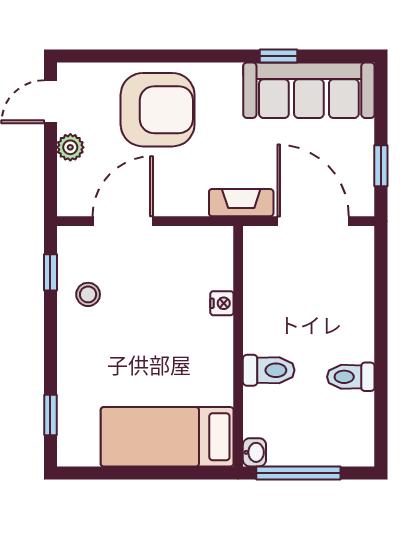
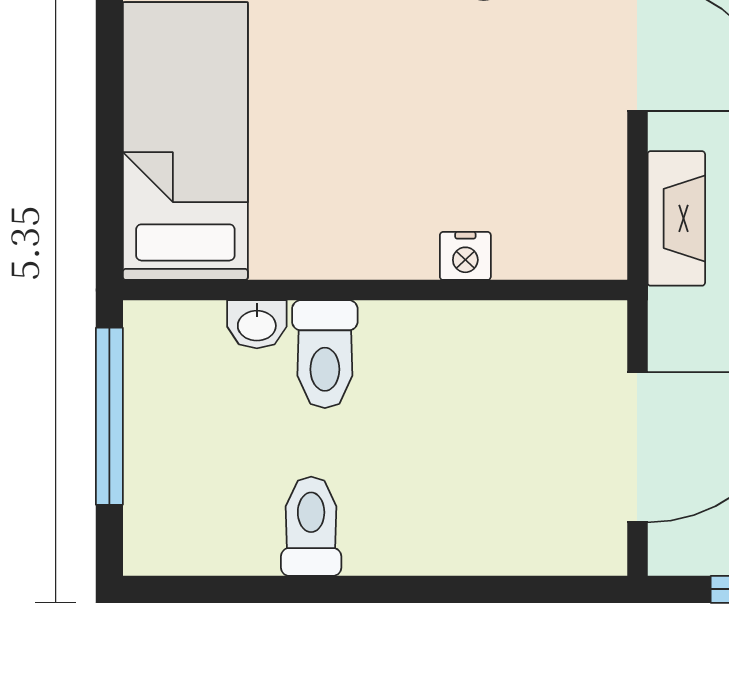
fireplace: (241, 203) -> (676, 218), moved
washbasin: (254, 452) -> (257, 324), moved

